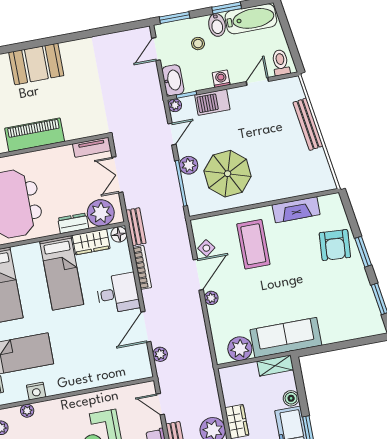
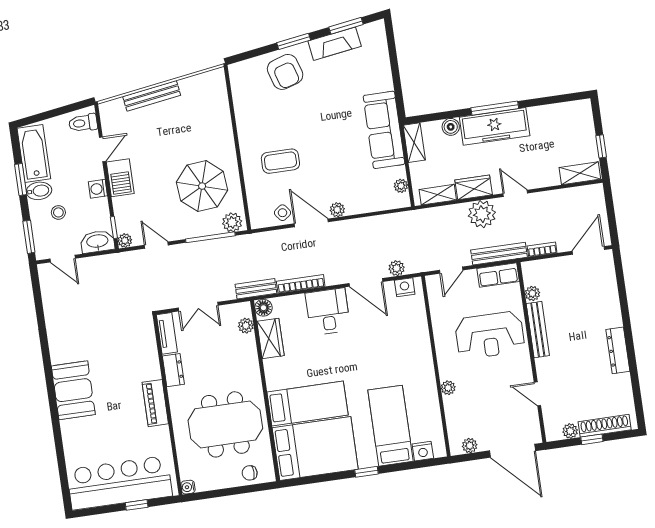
door: (257, 81) -> (103, 149), swing flipped
barbecue: (212, 102) -> (120, 178), moved
piano: (35, 135) -> (155, 403), width x0.73, depth x0.75
plant: (189, 165) -> (232, 222), moved
fireplace: (296, 210) -> (335, 44), moved, turned 82
plant: (101, 213) -> (246, 326), width x0.53, depth x0.53
dresser: (73, 223) -> (173, 370), moved, turned 180
coffee table: (253, 244) -> (280, 161), width x0.73, depth x0.76
armchair: (335, 245) -> (285, 72), turned 69
bed: (62, 273) -> (308, 404), moved
plant: (240, 349) -> (401, 186), width x0.53, depth x0.53
shelving: (229, 389) -> (438, 195), added
nightstand: (36, 391) -> (405, 287), moved, turned -90
plant: (27, 411) -> (448, 388), moved

